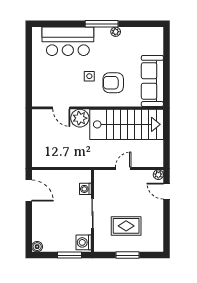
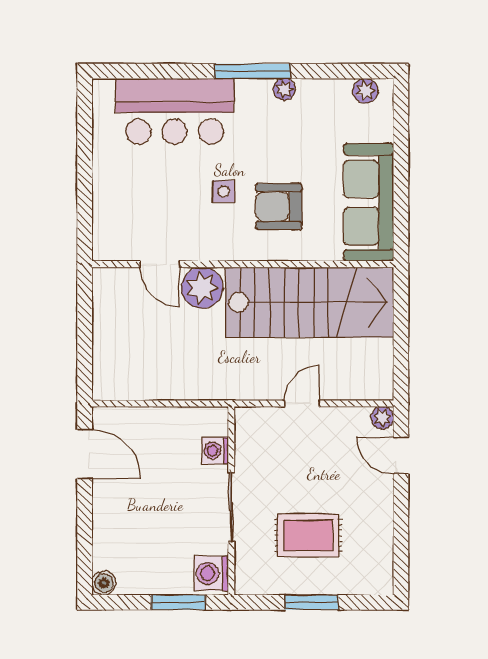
plant: (151, 32) -> (365, 91), added

